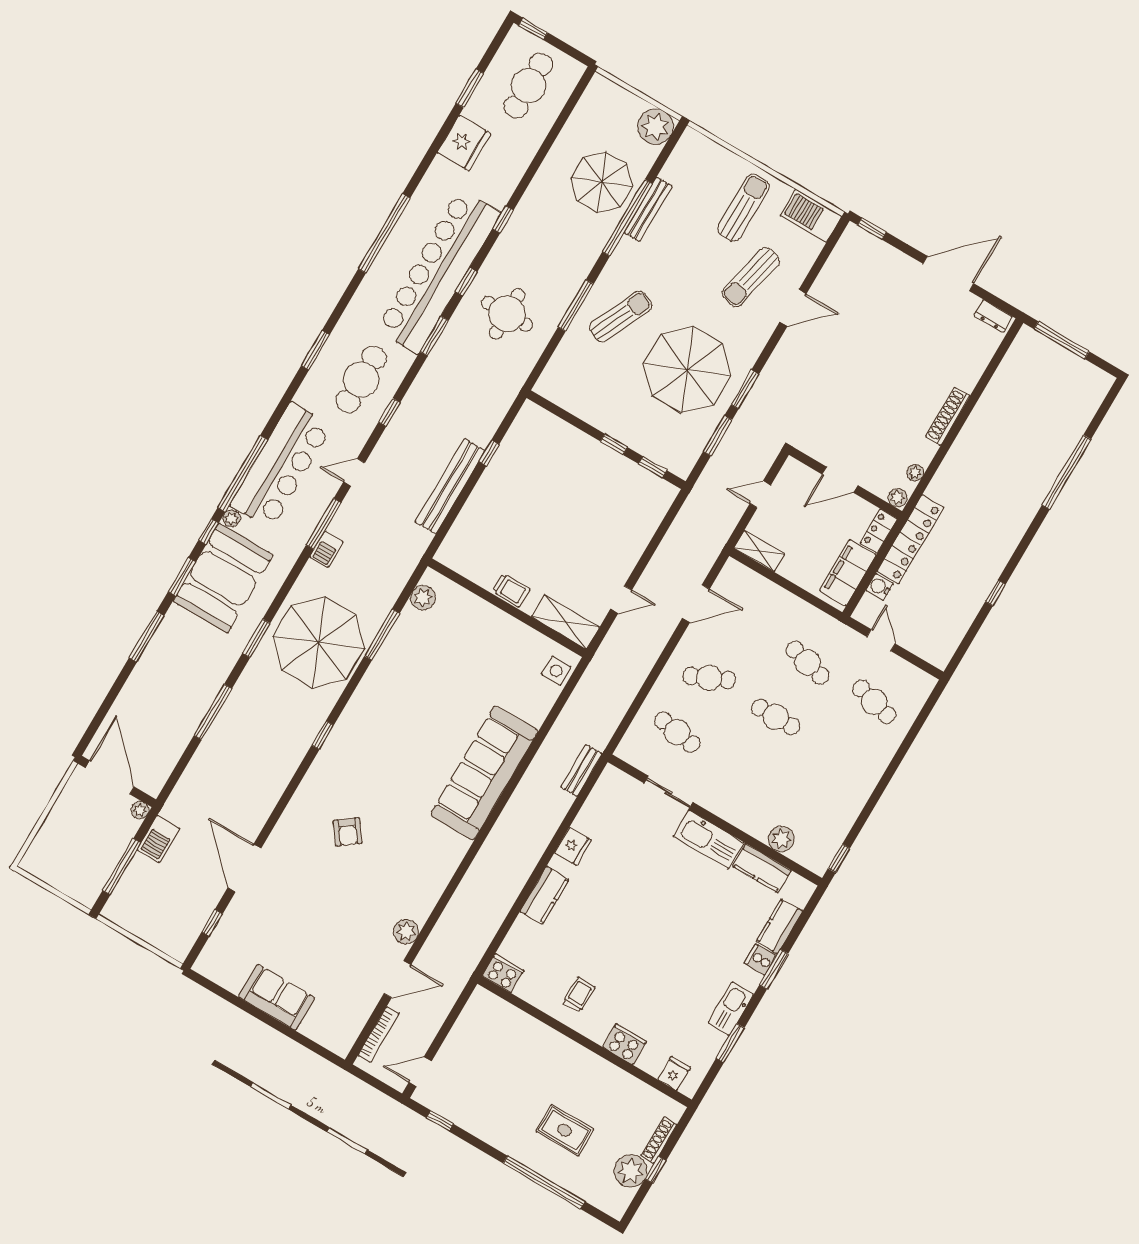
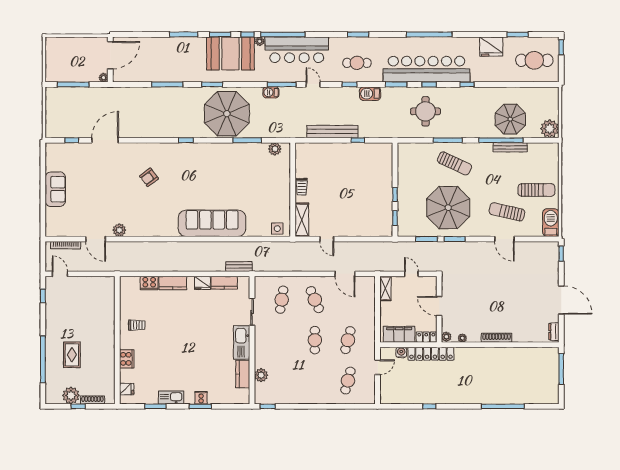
cafe table: (361, 379) -> (357, 63), width x0.73, depth x0.74
barbecue: (158, 839) -> (370, 94), moved
kitchen counter: (779, 926) -> (224, 283), moved, turned 180
cooker: (503, 973) -> (149, 283), moved, turned 90

